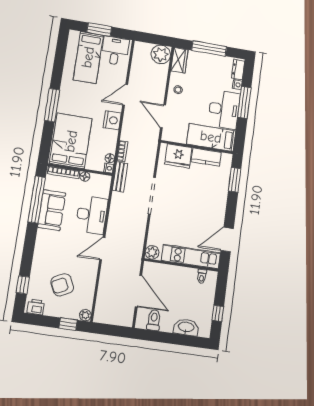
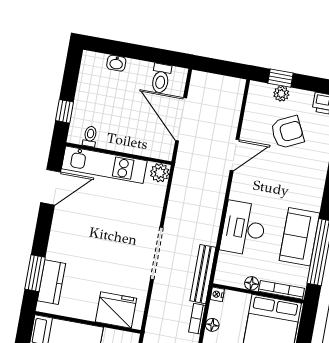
kitchen counter: (206, 157) -> (52, 282), moved, turned 90
floor lamp: (110, 158) -> (212, 325), moved
bench: (120, 177) -> (203, 274), width x1.36
door: (102, 249) -> (235, 155), moved
window: (218, 313) -> (64, 111), moved
plant: (85, 315) -> (281, 94), moved
washbasin: (186, 327) -> (116, 63), width x0.52, depth x0.69

